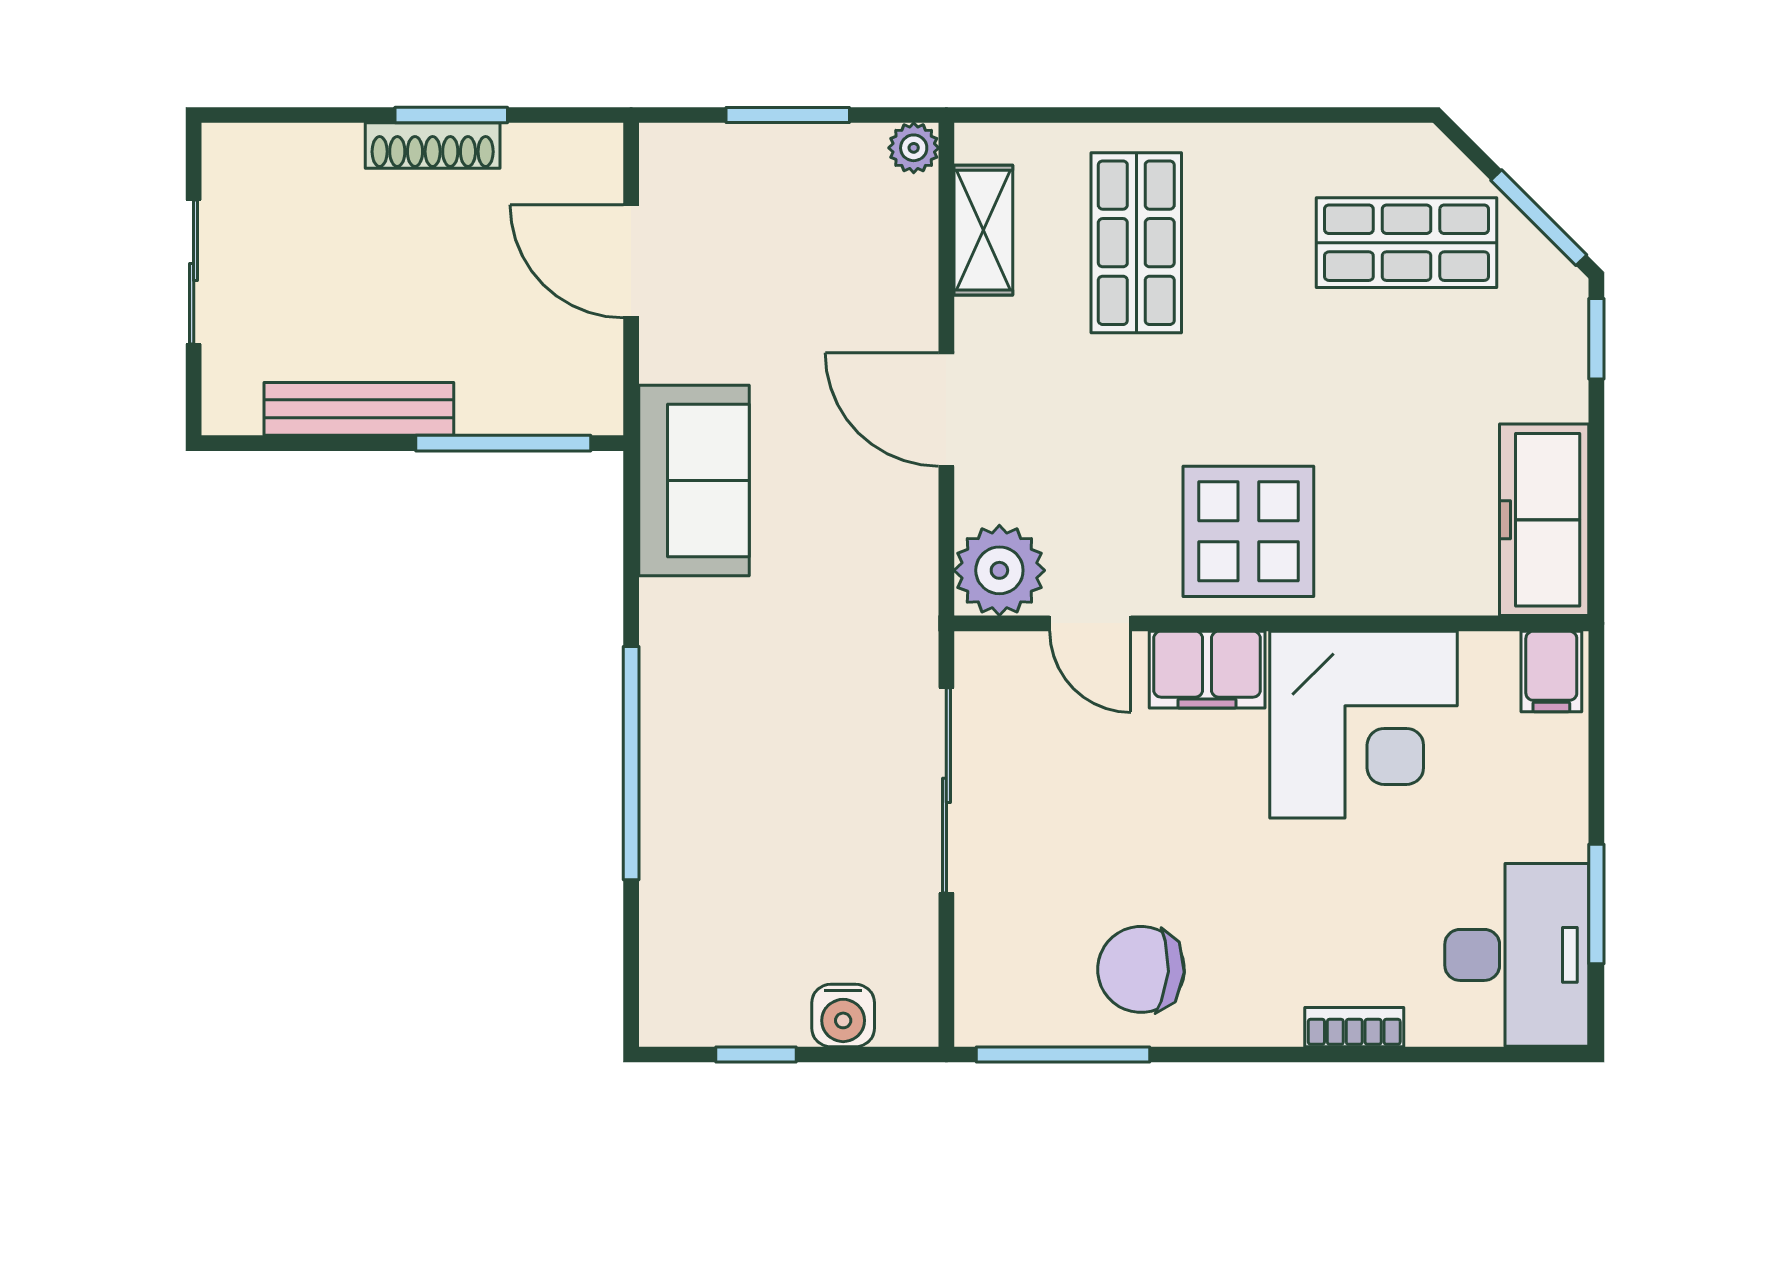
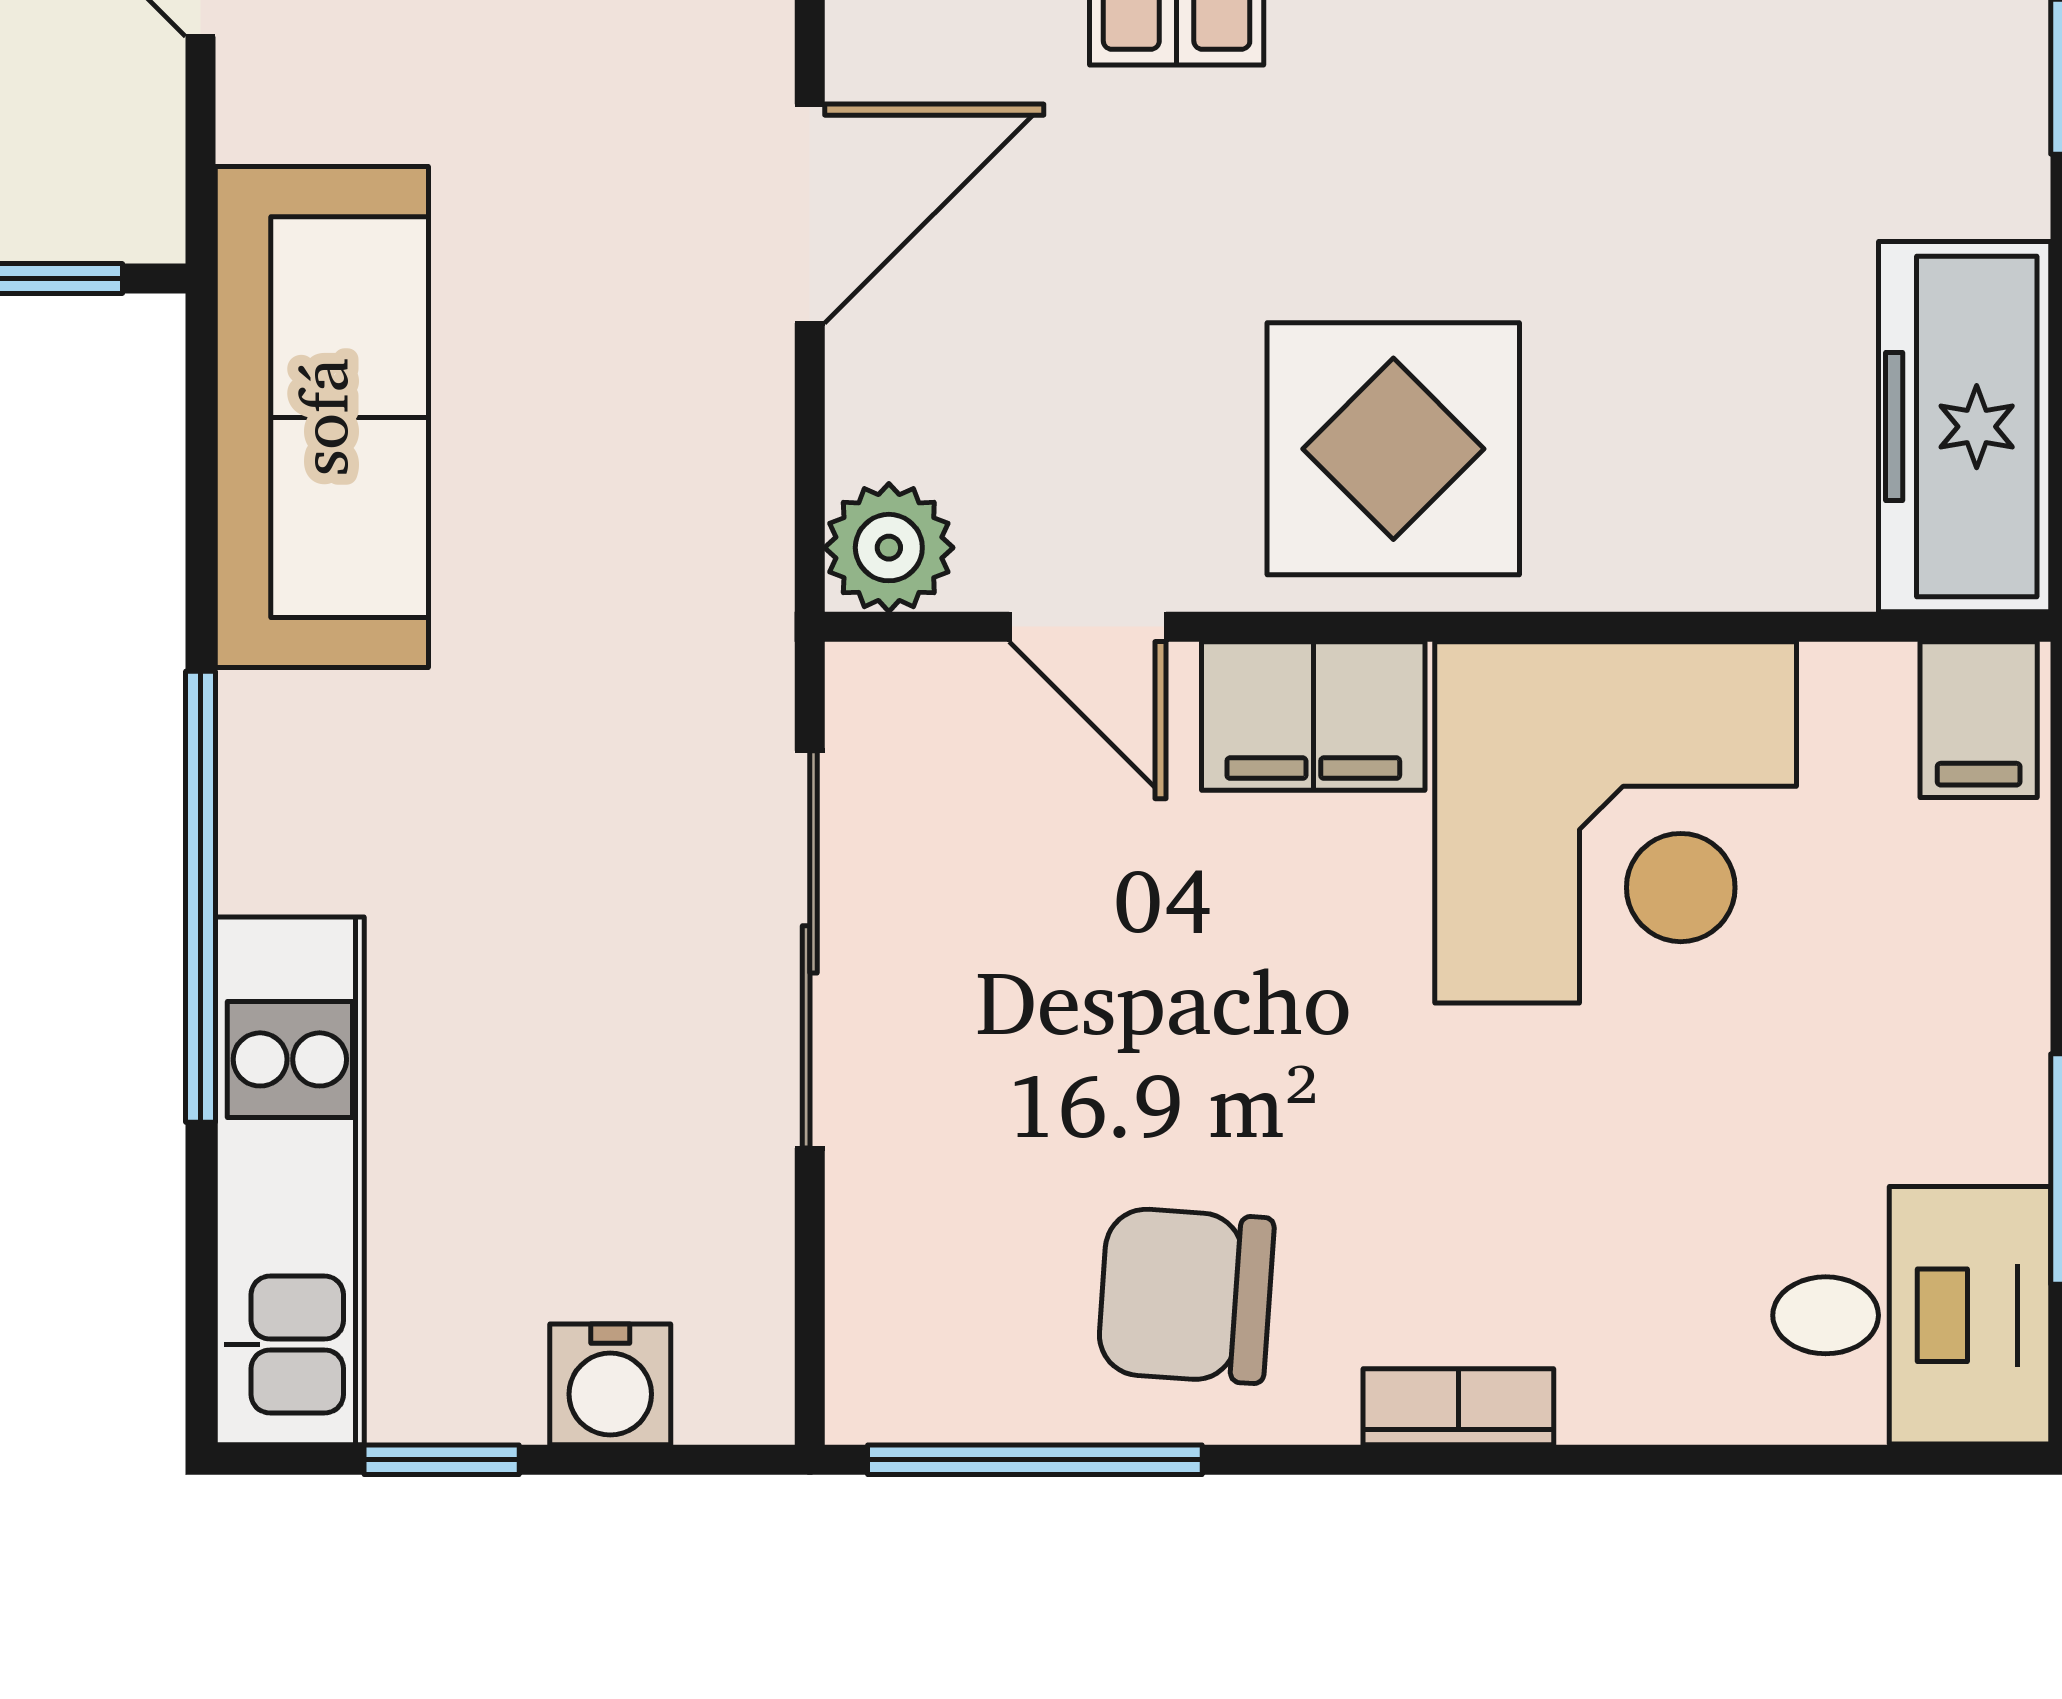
door: (946, 410) -> (810, 214), swing flipped
sofa: (694, 481) -> (322, 417), width x1.36
plant: (999, 570) -> (889, 548), width x0.73, depth x0.73
kitchen unit: (677, 910) -> (290, 1181), added
desk: (1517, 955) -> (1912, 1315), width x0.73
bookcase: (1354, 1027) -> (1458, 1407), moved

